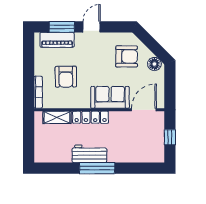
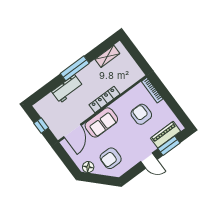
door: (92, 27) -> (149, 161), hinge flipped
shelving: (57, 117) -> (107, 56), moved
workbench: (89, 154) -> (67, 89), moved

